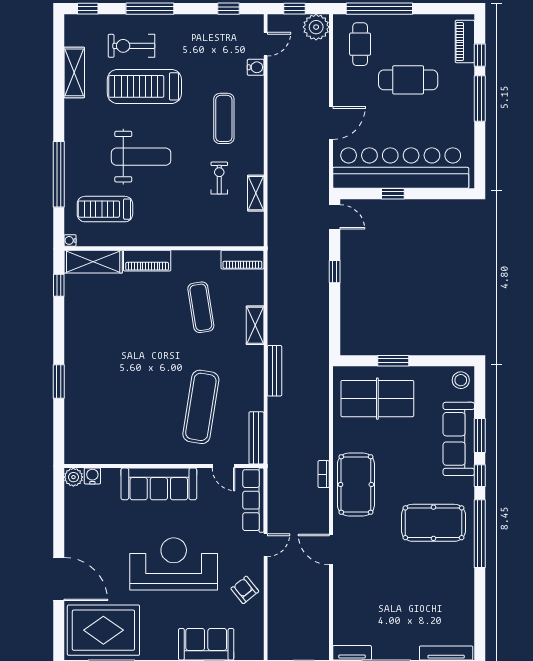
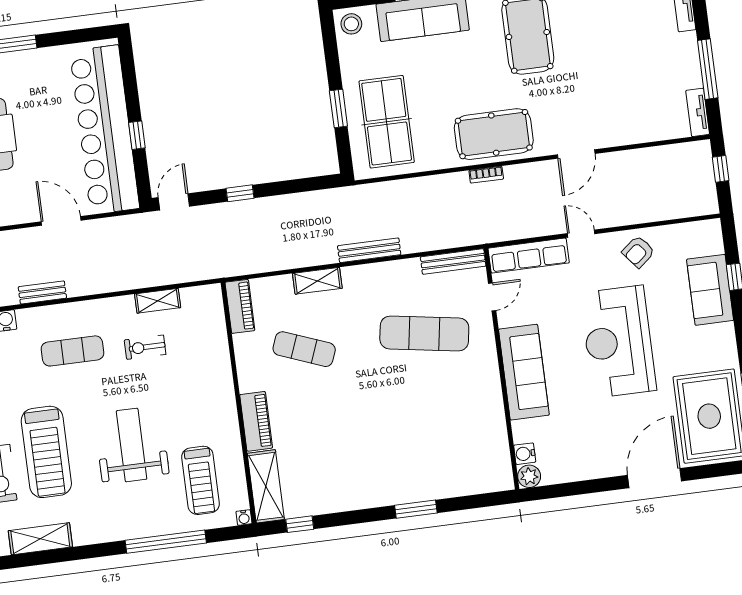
bench: (275, 100) -> (42, 292), added
exercise mat: (201, 307) -> (304, 349), turned 30

